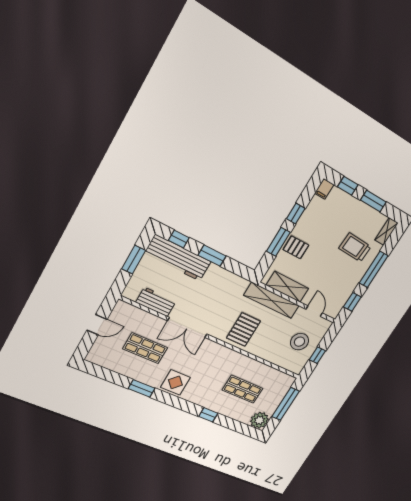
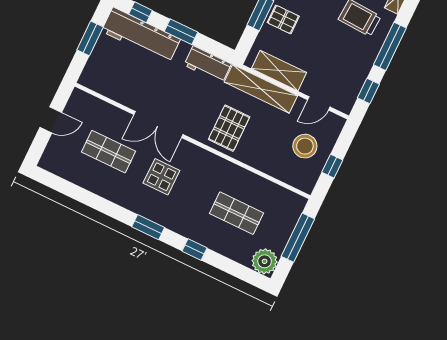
workbench: (156, 302) -> (208, 64), moved, turned 180
door: (314, 311) -> (319, 103), swing flipped
display table: (175, 382) -> (161, 177), moved
window: (142, 388) -> (148, 227), moved

